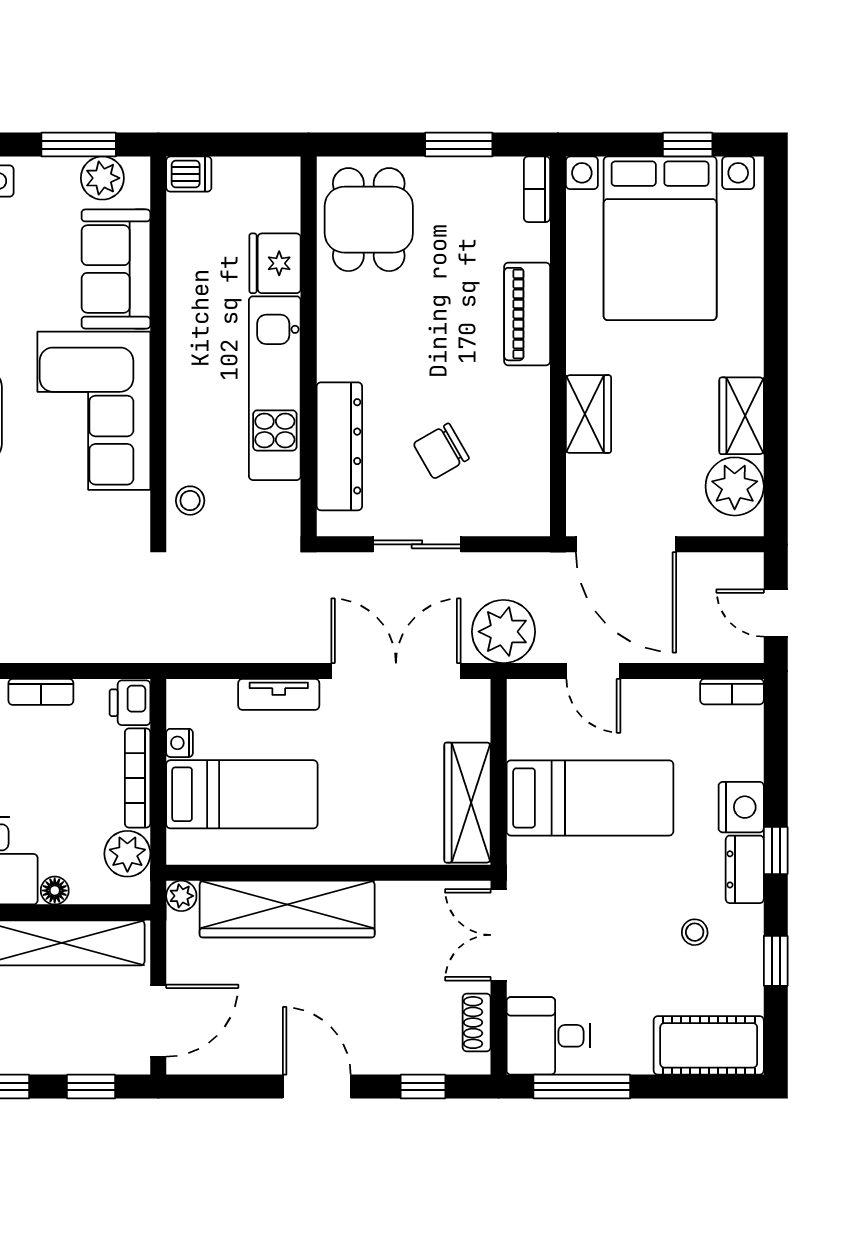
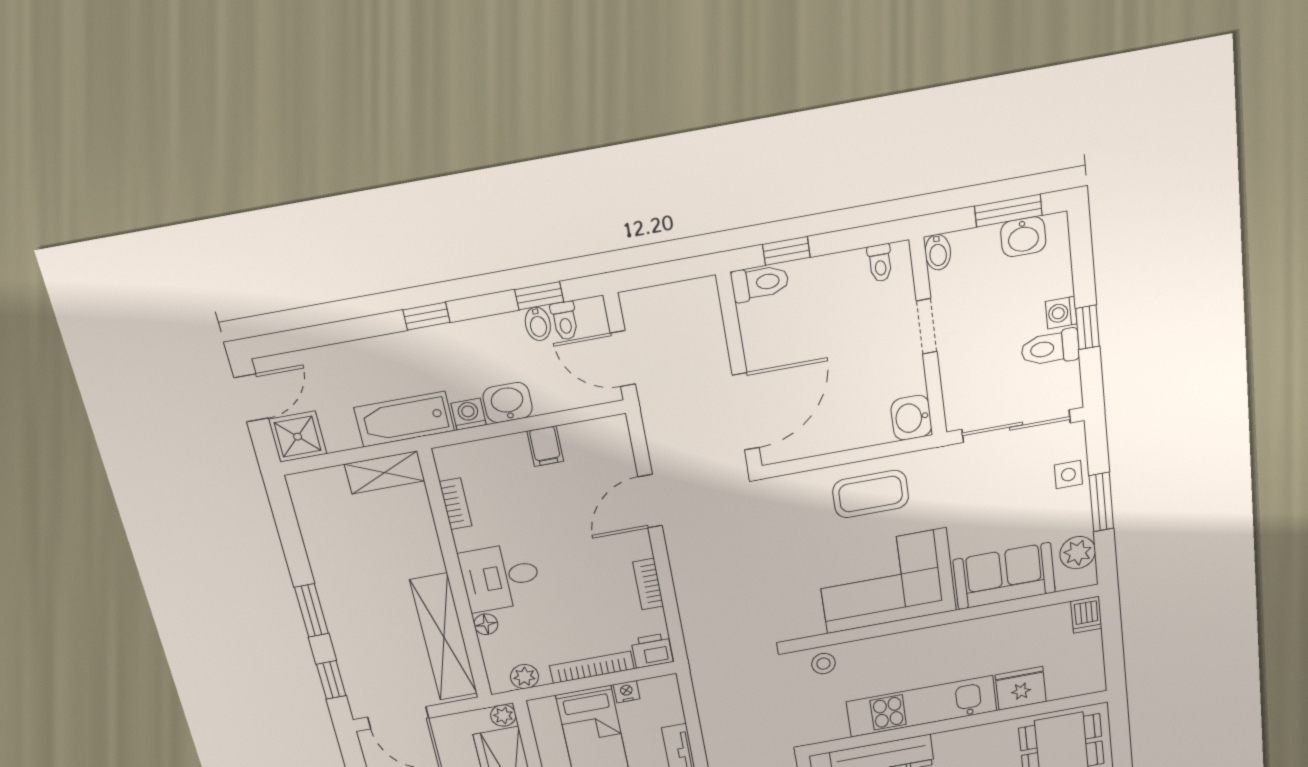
window: (79, 145) -> (1101, 502), moved
plant: (127, 854) -> (524, 677), width x0.73, depth x0.73

